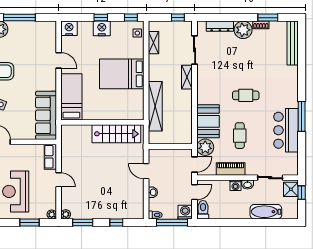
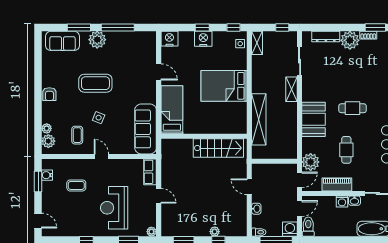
shelving: (154, 43) -> (257, 43), moved
booth: (208, 121) -> (313, 119), moved
plant: (66, 214) -> (215, 232), moved

